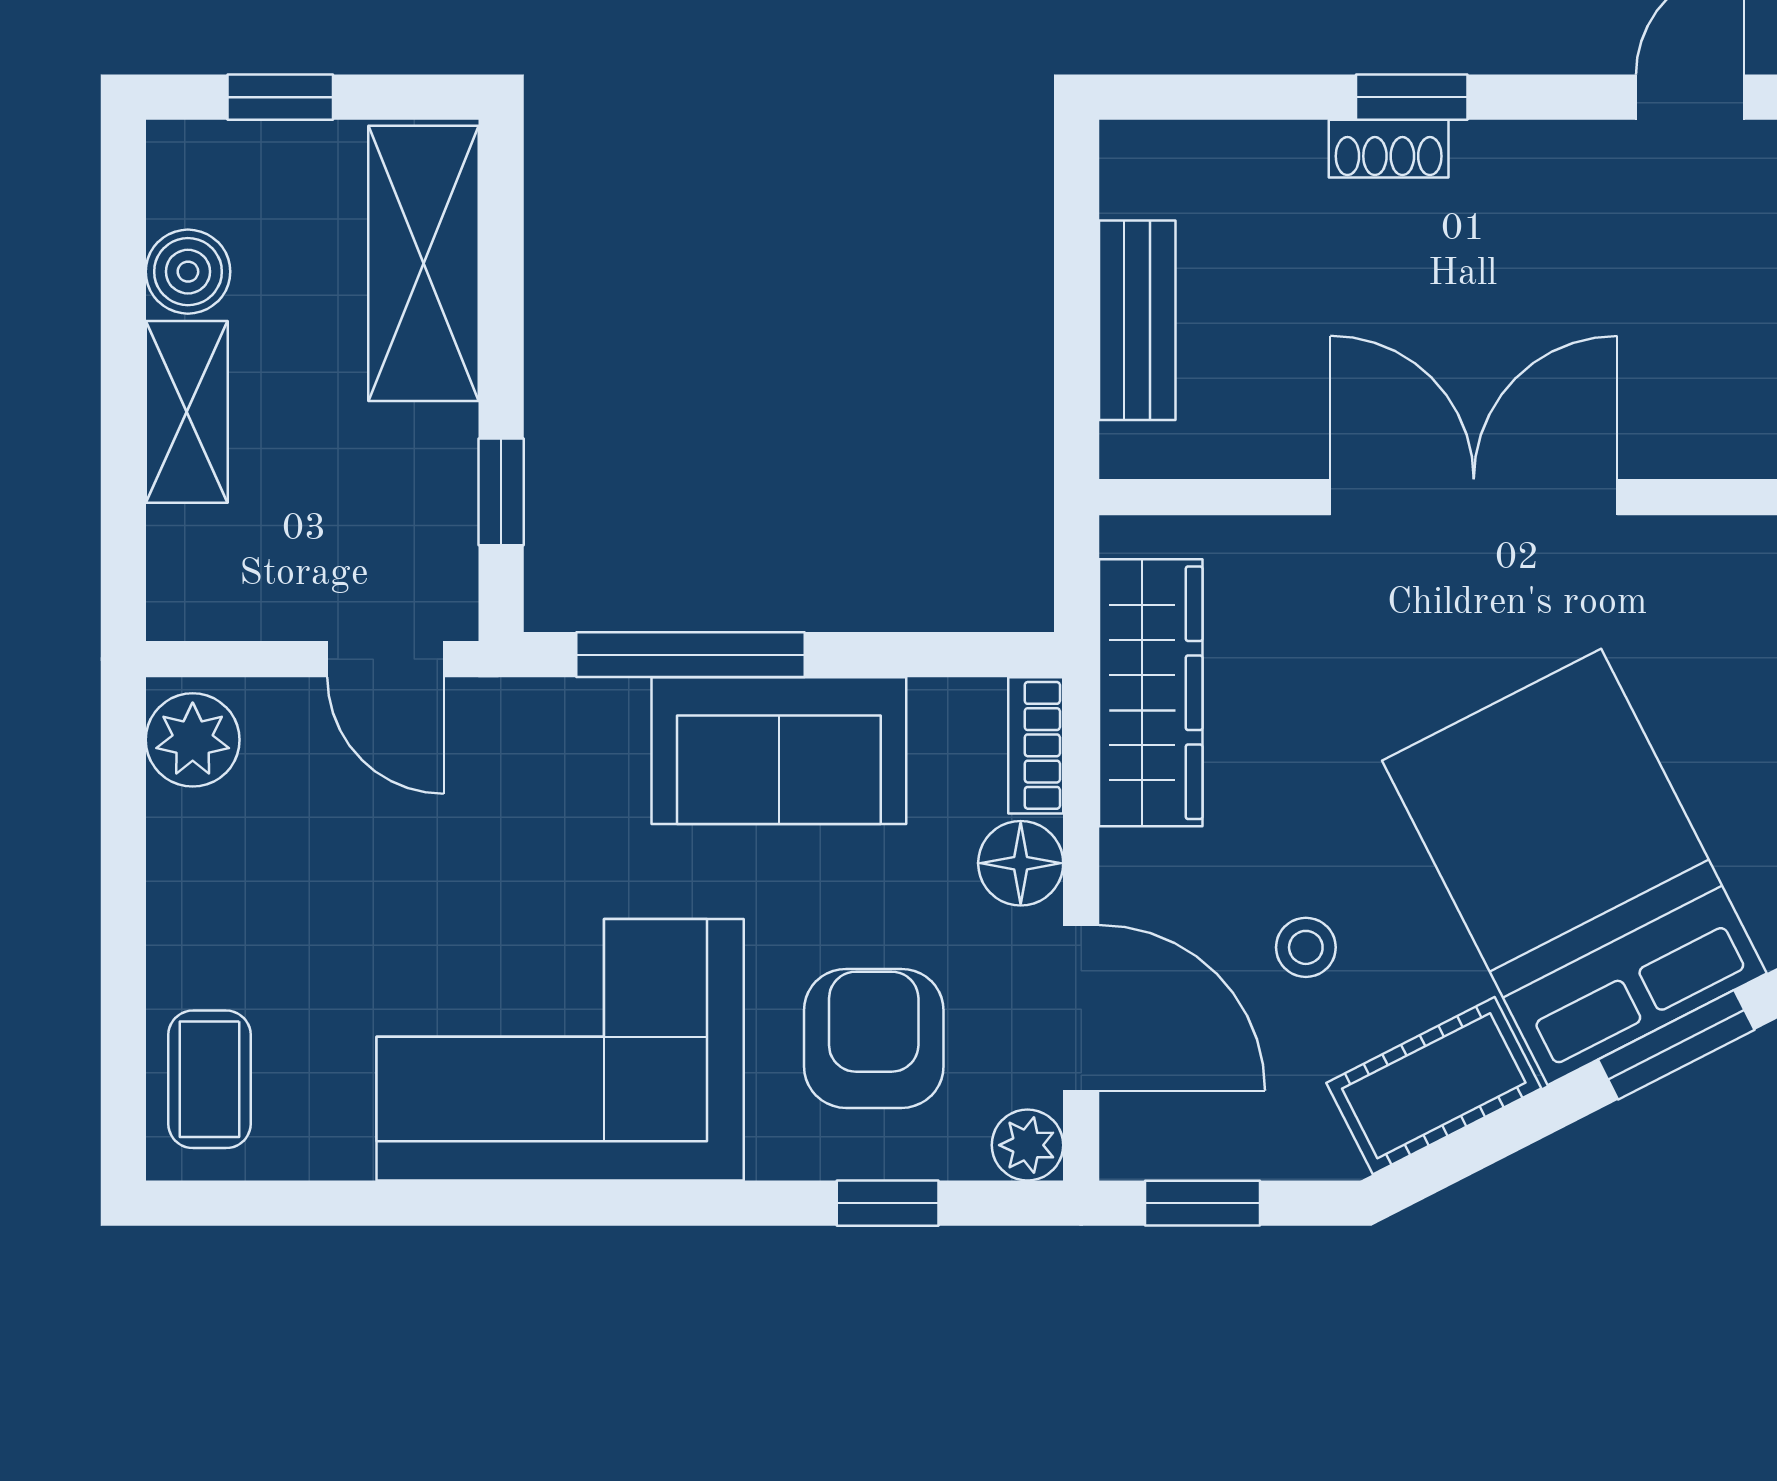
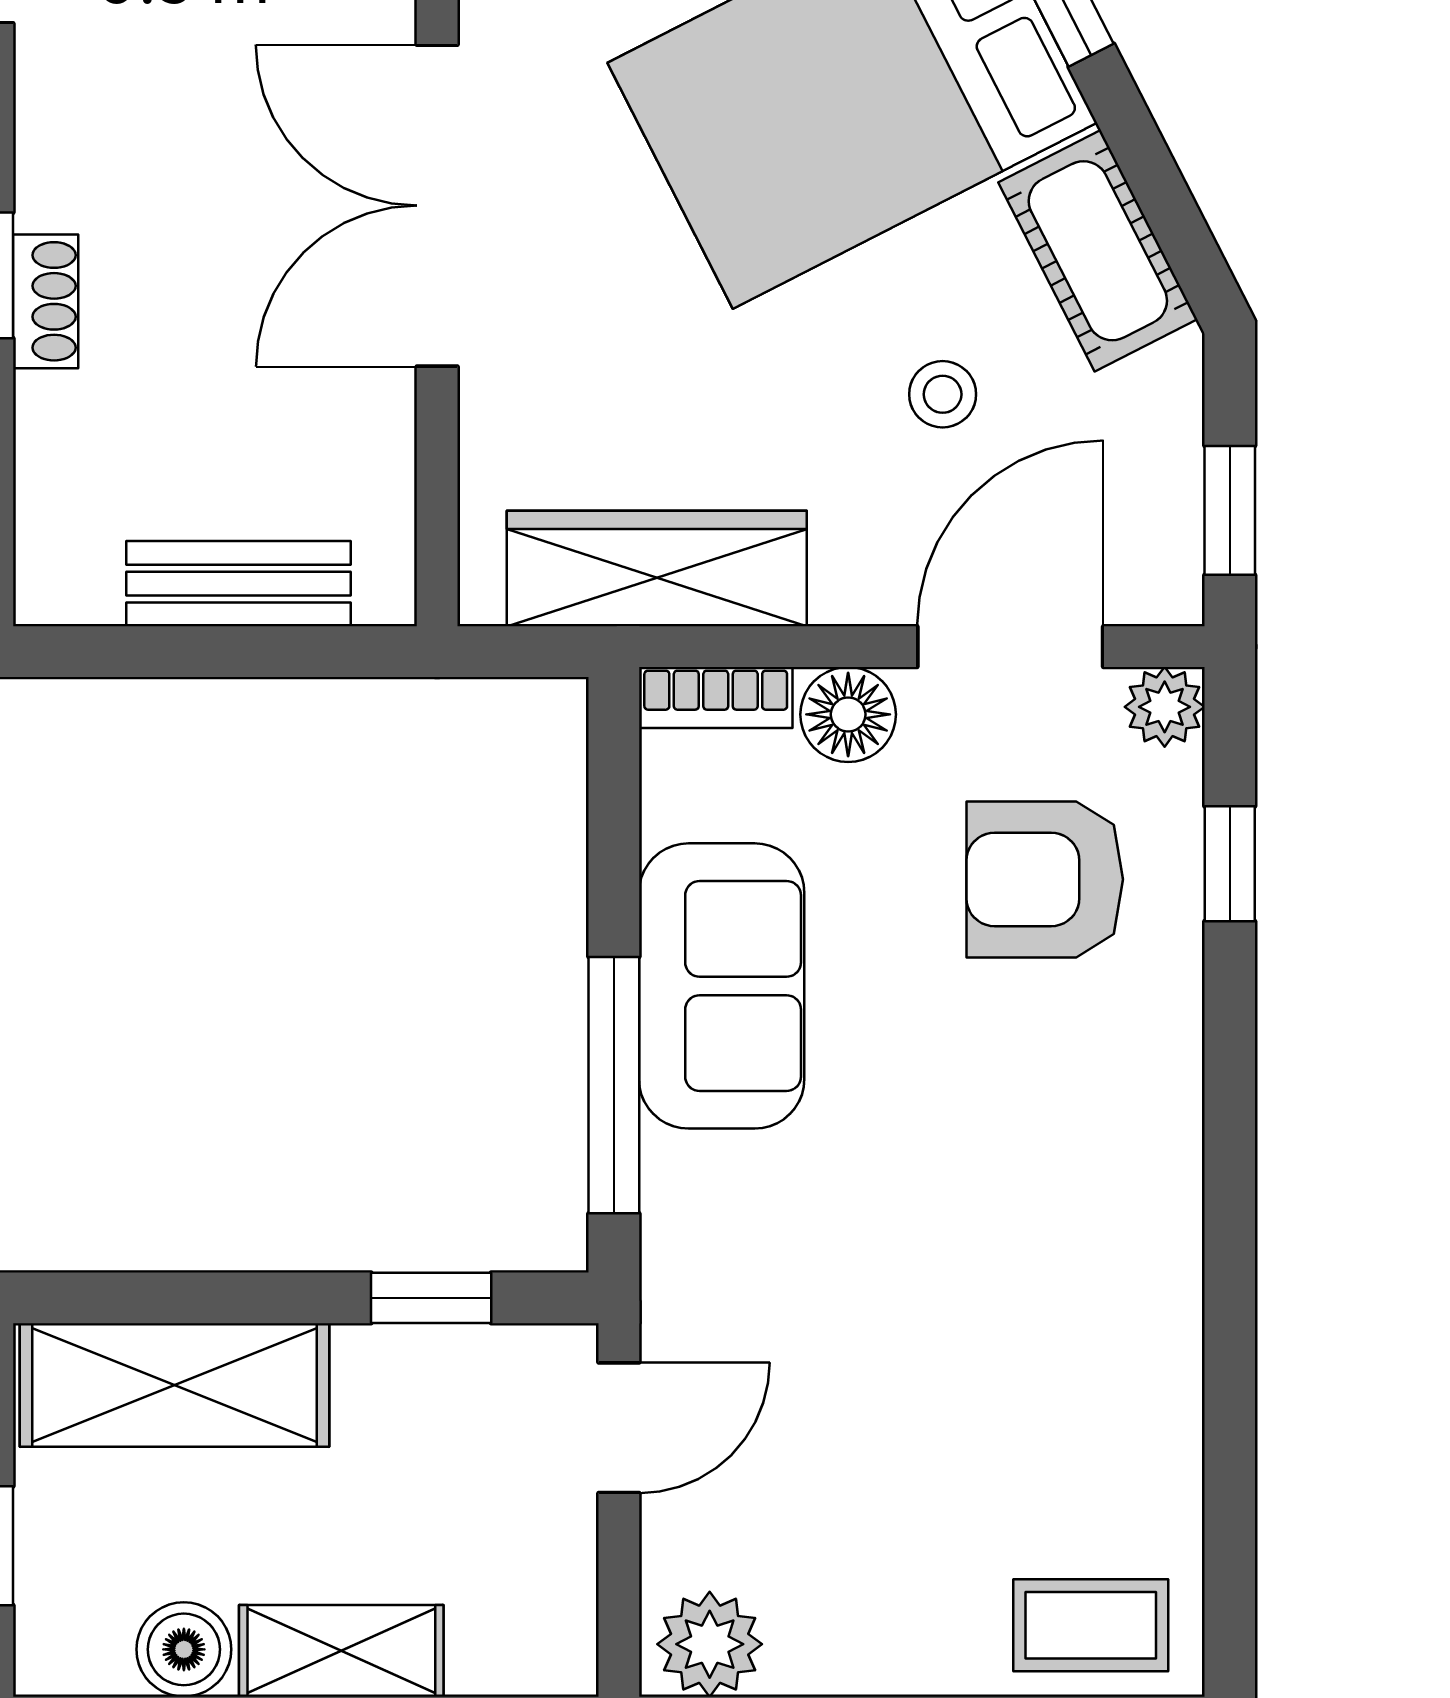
corner sofa: (560, 1050) -> (1057, 1232), removed

